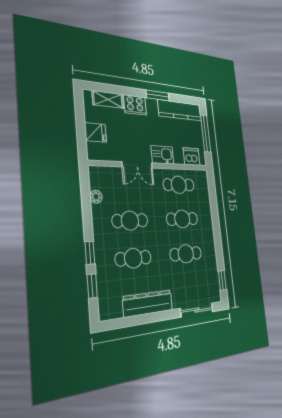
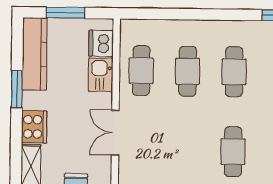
window: (206, 133) -> (66, 13), width x0.69
kitchen sink: (162, 155) -> (101, 75), moved
double door: (137, 165) -> (115, 133), swing flipped
cafe table: (130, 221) -> (187, 151), removed

